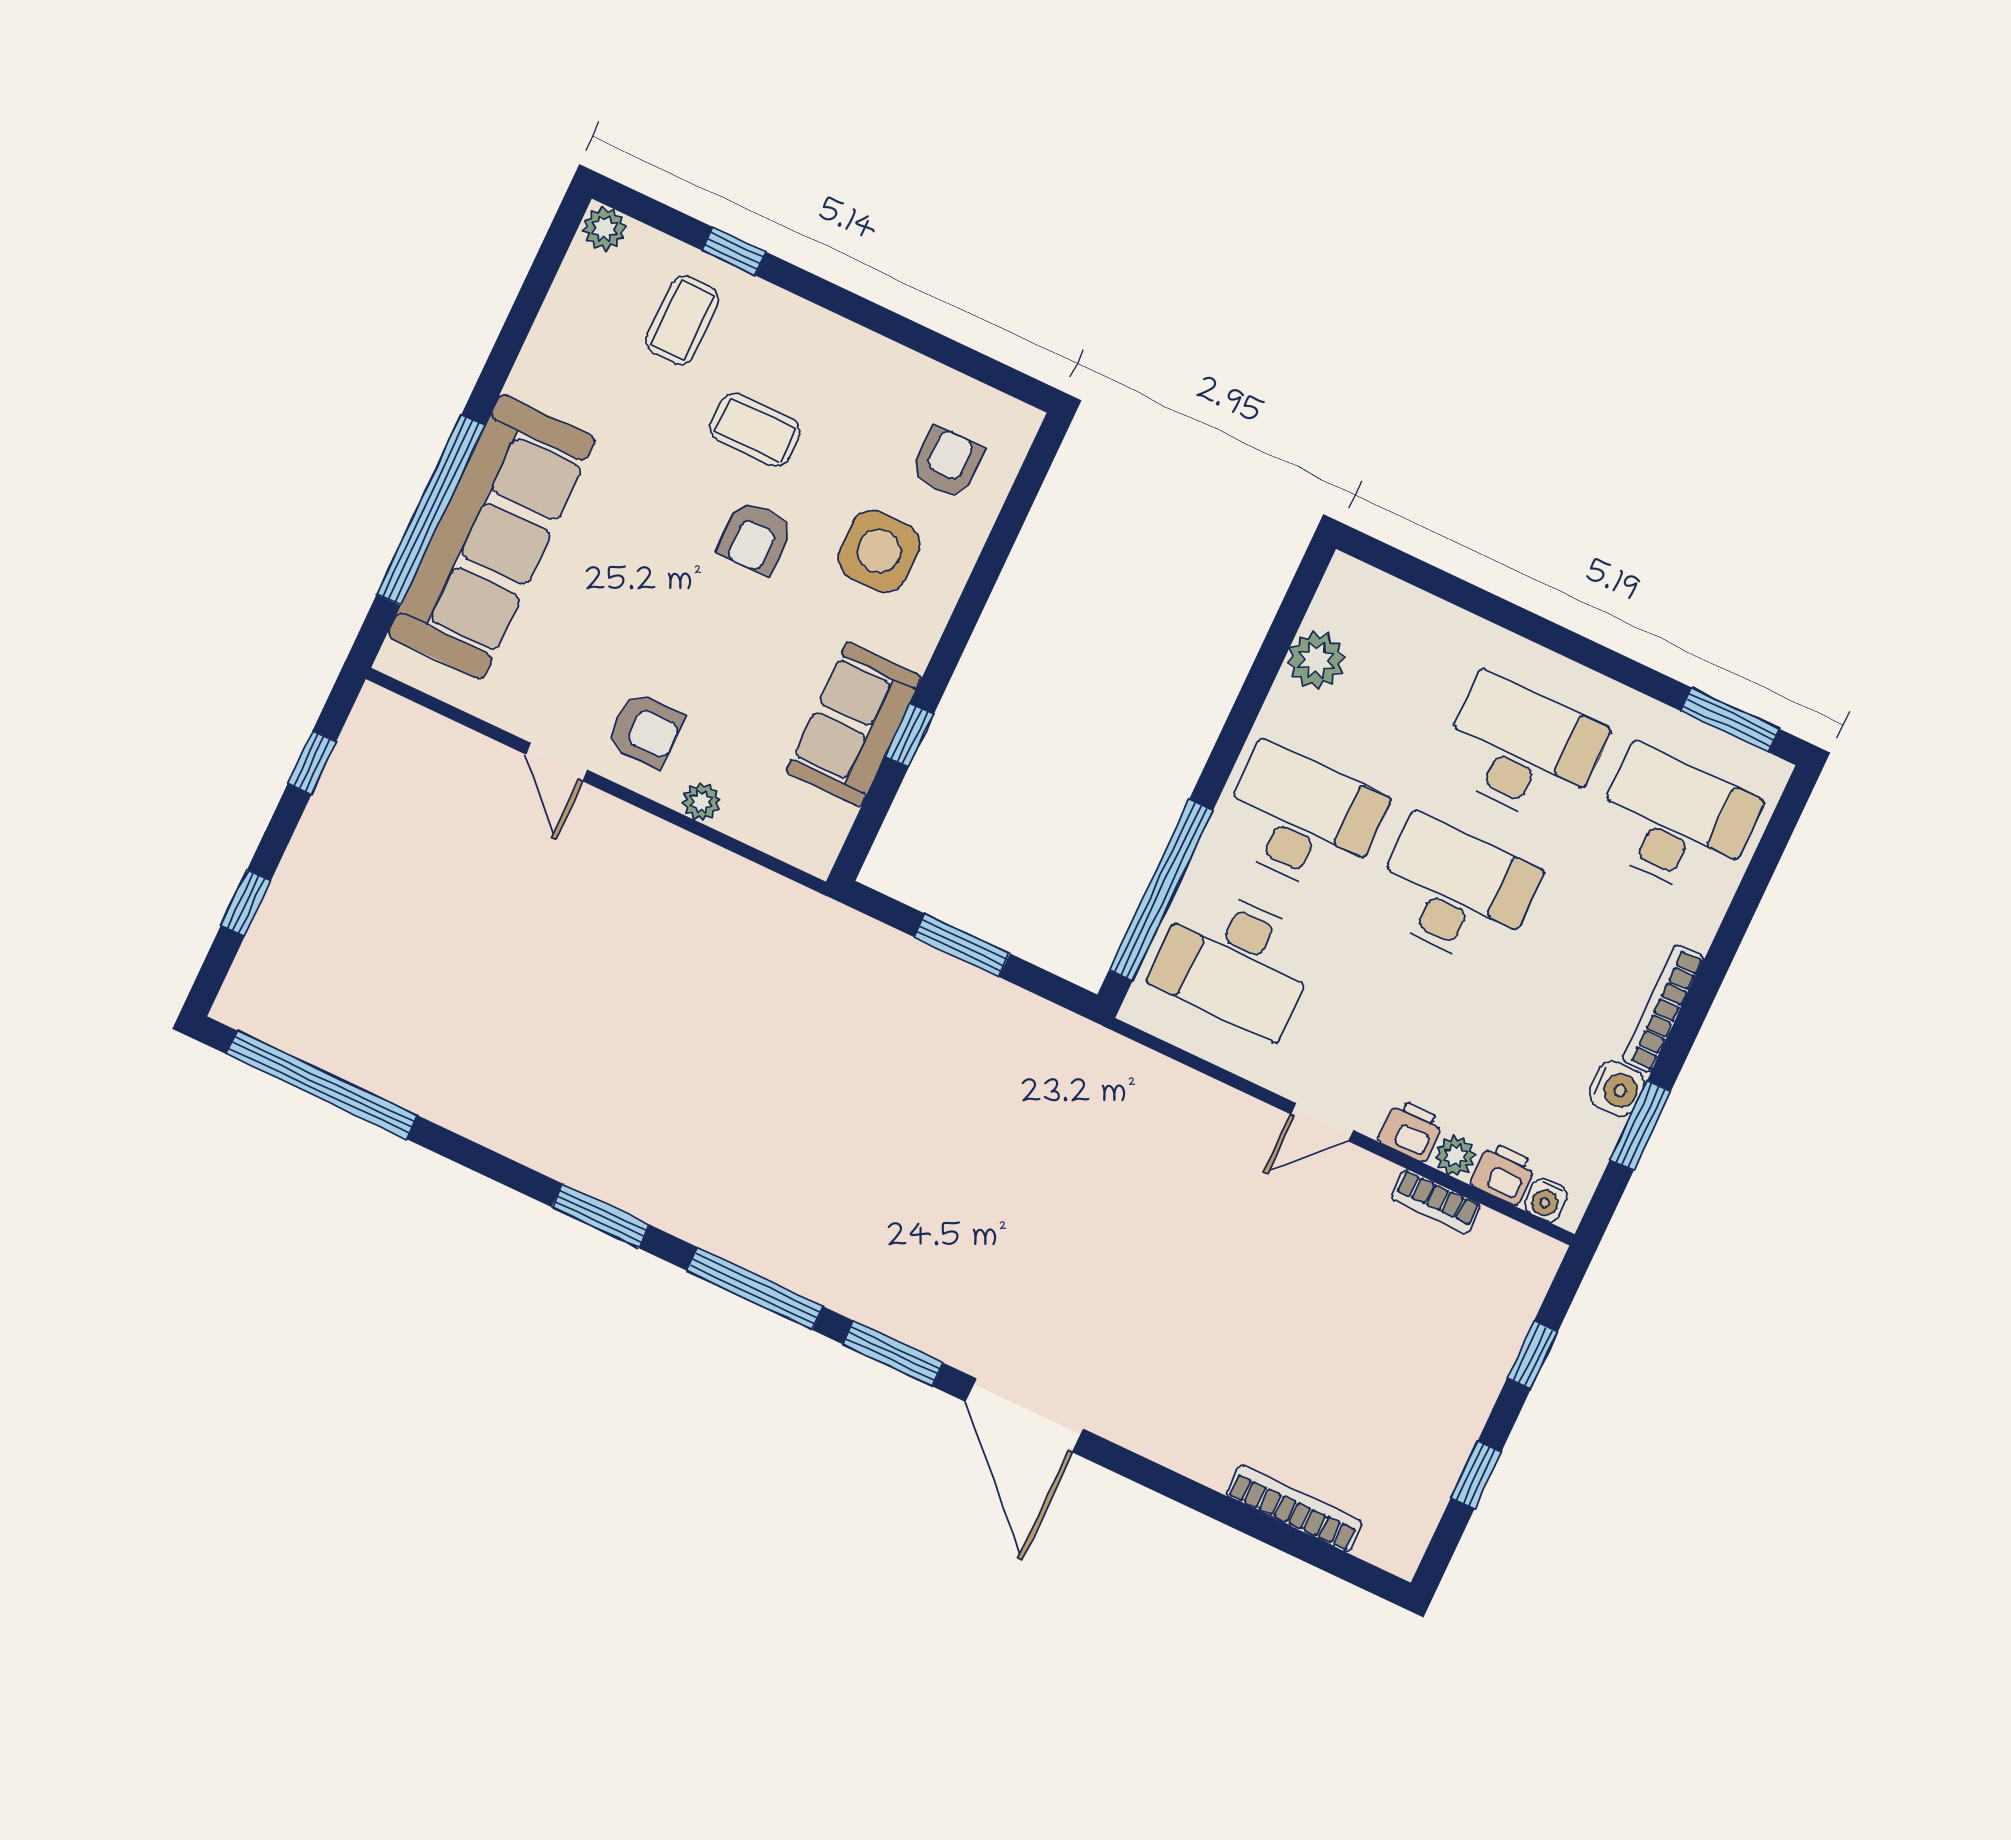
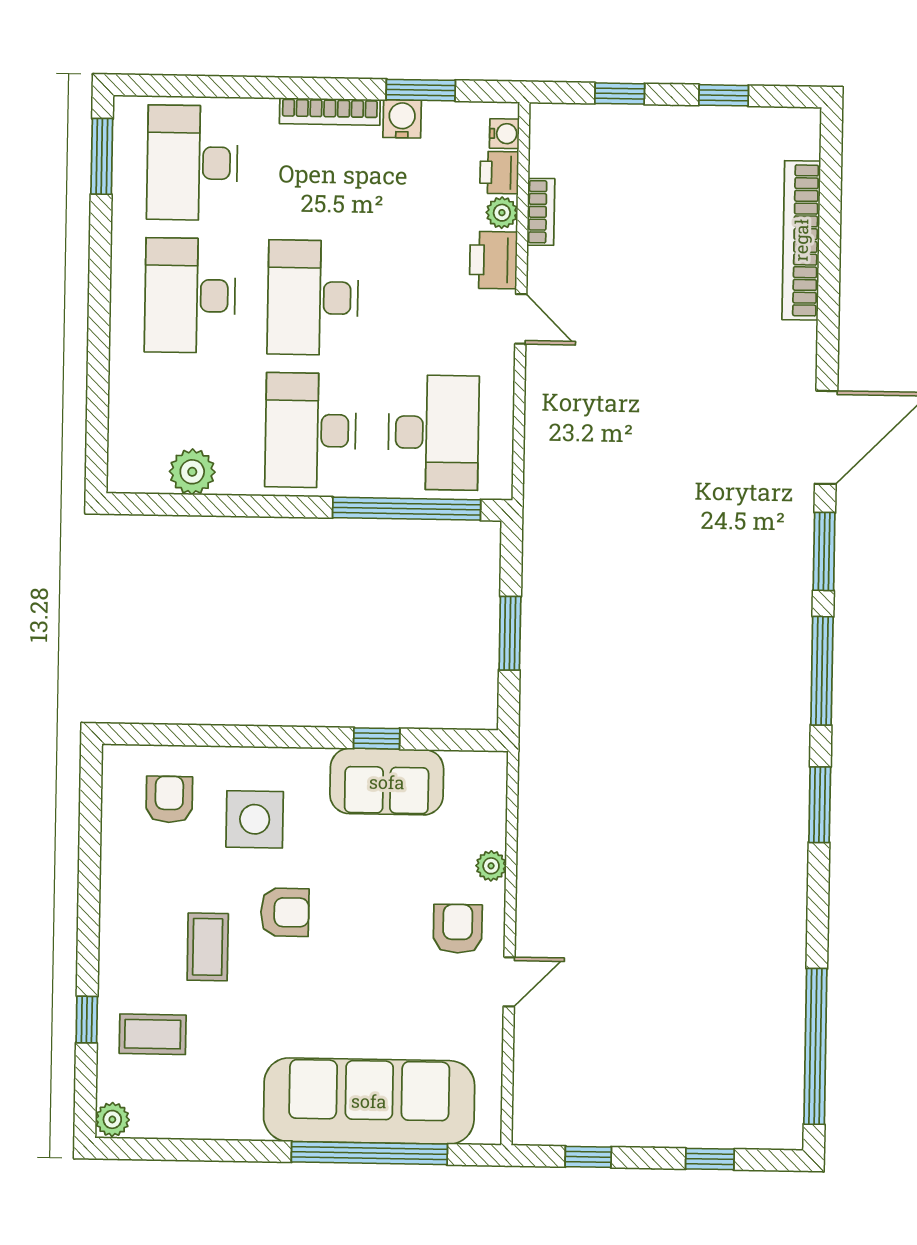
armchair: (947, 462) -> (169, 799), turned 90
printer: (1411, 1130) -> (493, 260), width x1.36, depth x1.24
bookcase: (1294, 1508) -> (801, 240), width x1.48, depth x1.31

